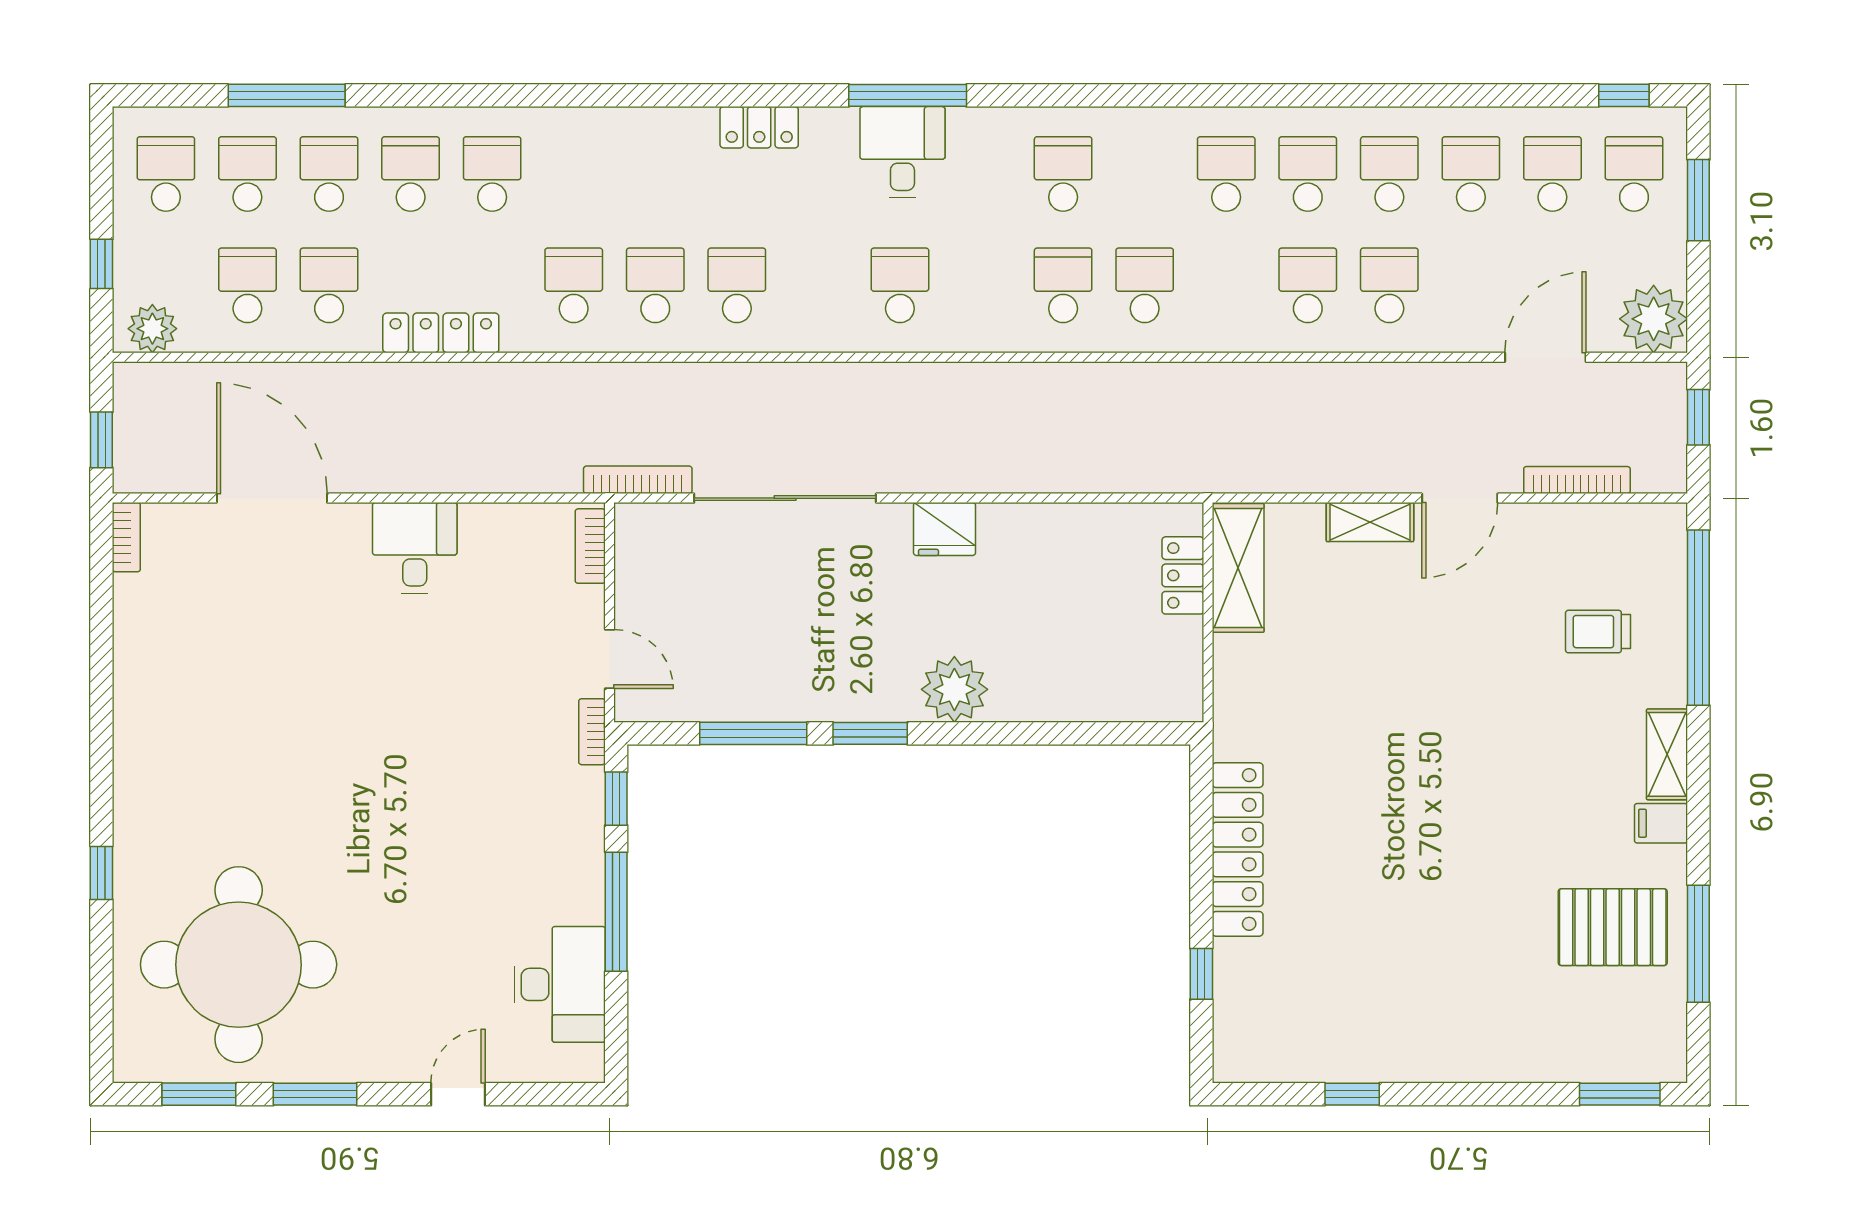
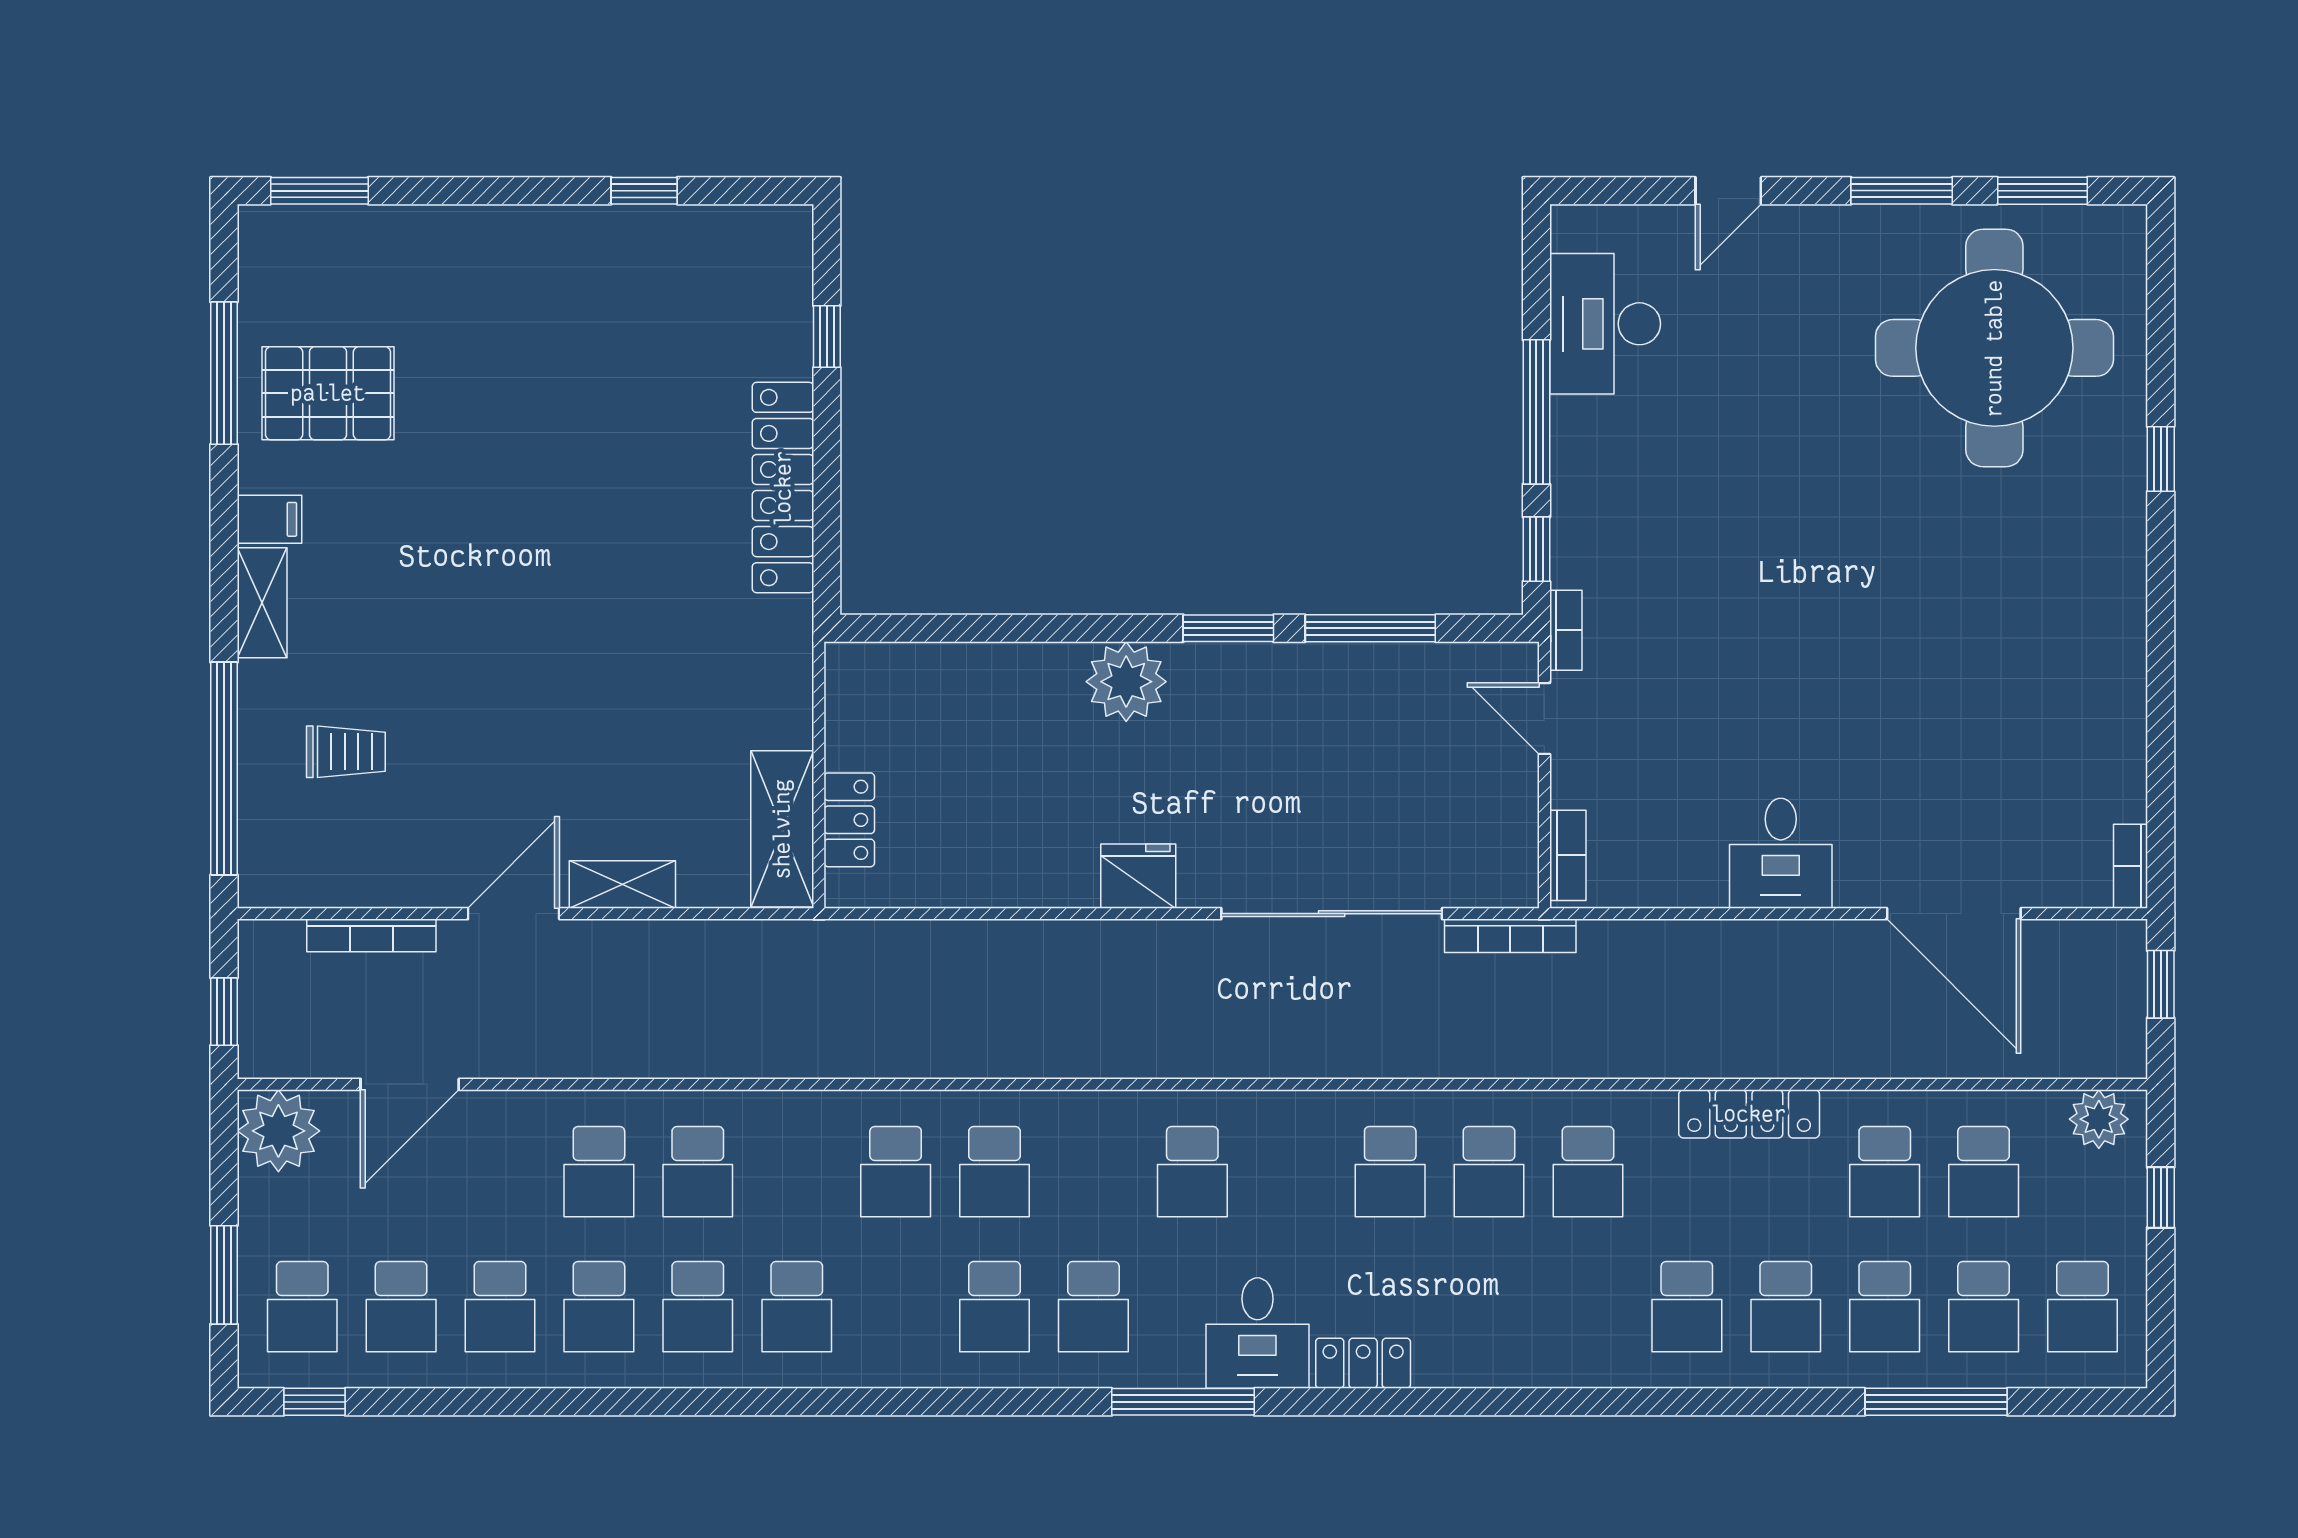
desk: (902, 152) -> (1257, 1333), moved
school desk: (982, 174) -> (1093, 1307), added

